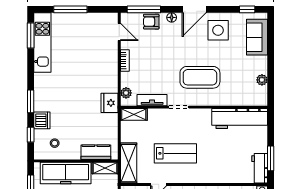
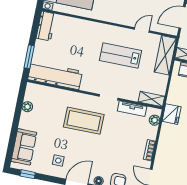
side table: (218, 30) -> (58, 161), width x0.54, depth x0.54
window: (271, 158) -> (29, 57), moved

